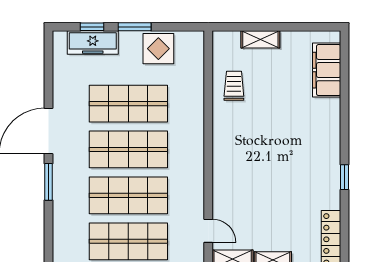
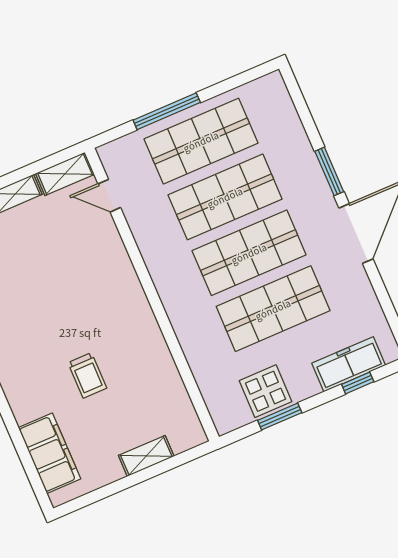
window: (135, 27) -> (280, 417), moved
trolley: (234, 86) -> (87, 375), moved

